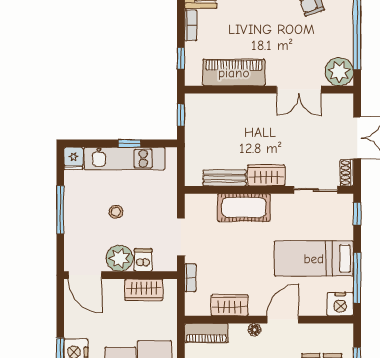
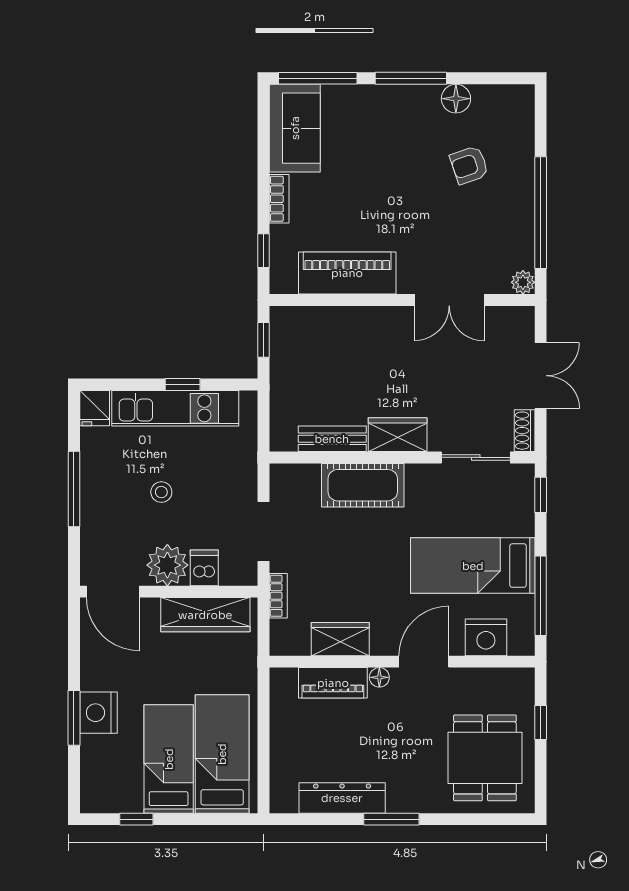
plant: (339, 72) -> (523, 282), width x0.53, depth x0.53
wardrobe: (144, 290) -> (205, 615), width x1.50
nightstand: (340, 304) -> (486, 637), moved
piano: (206, 333) -> (333, 683), moved

